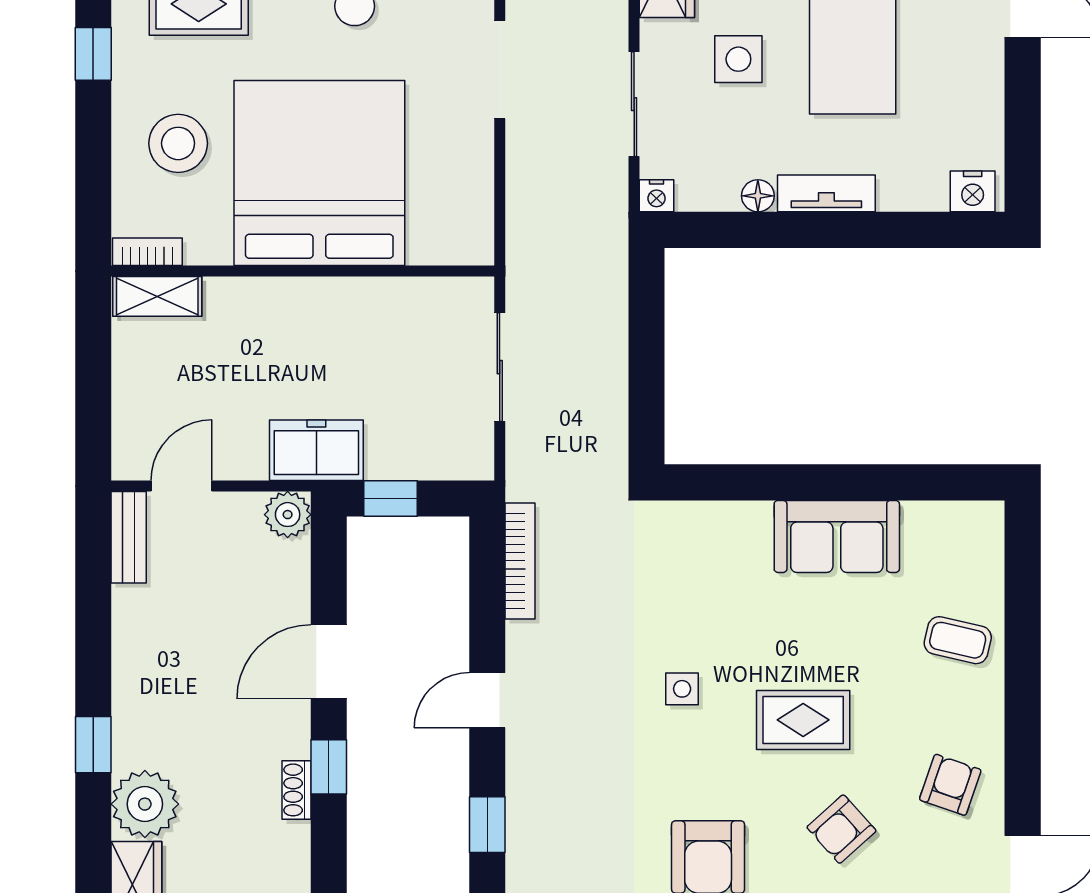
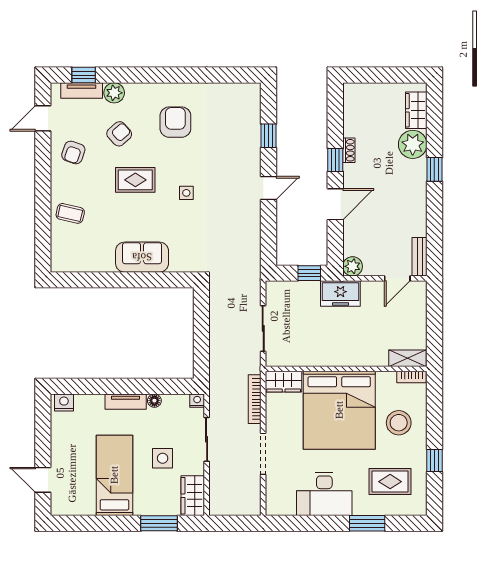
wardrobe: (451, 241) -> (284, 382), added
sofa: (837, 536) -> (142, 257), moved
bookcase: (520, 561) -> (255, 399), moved

